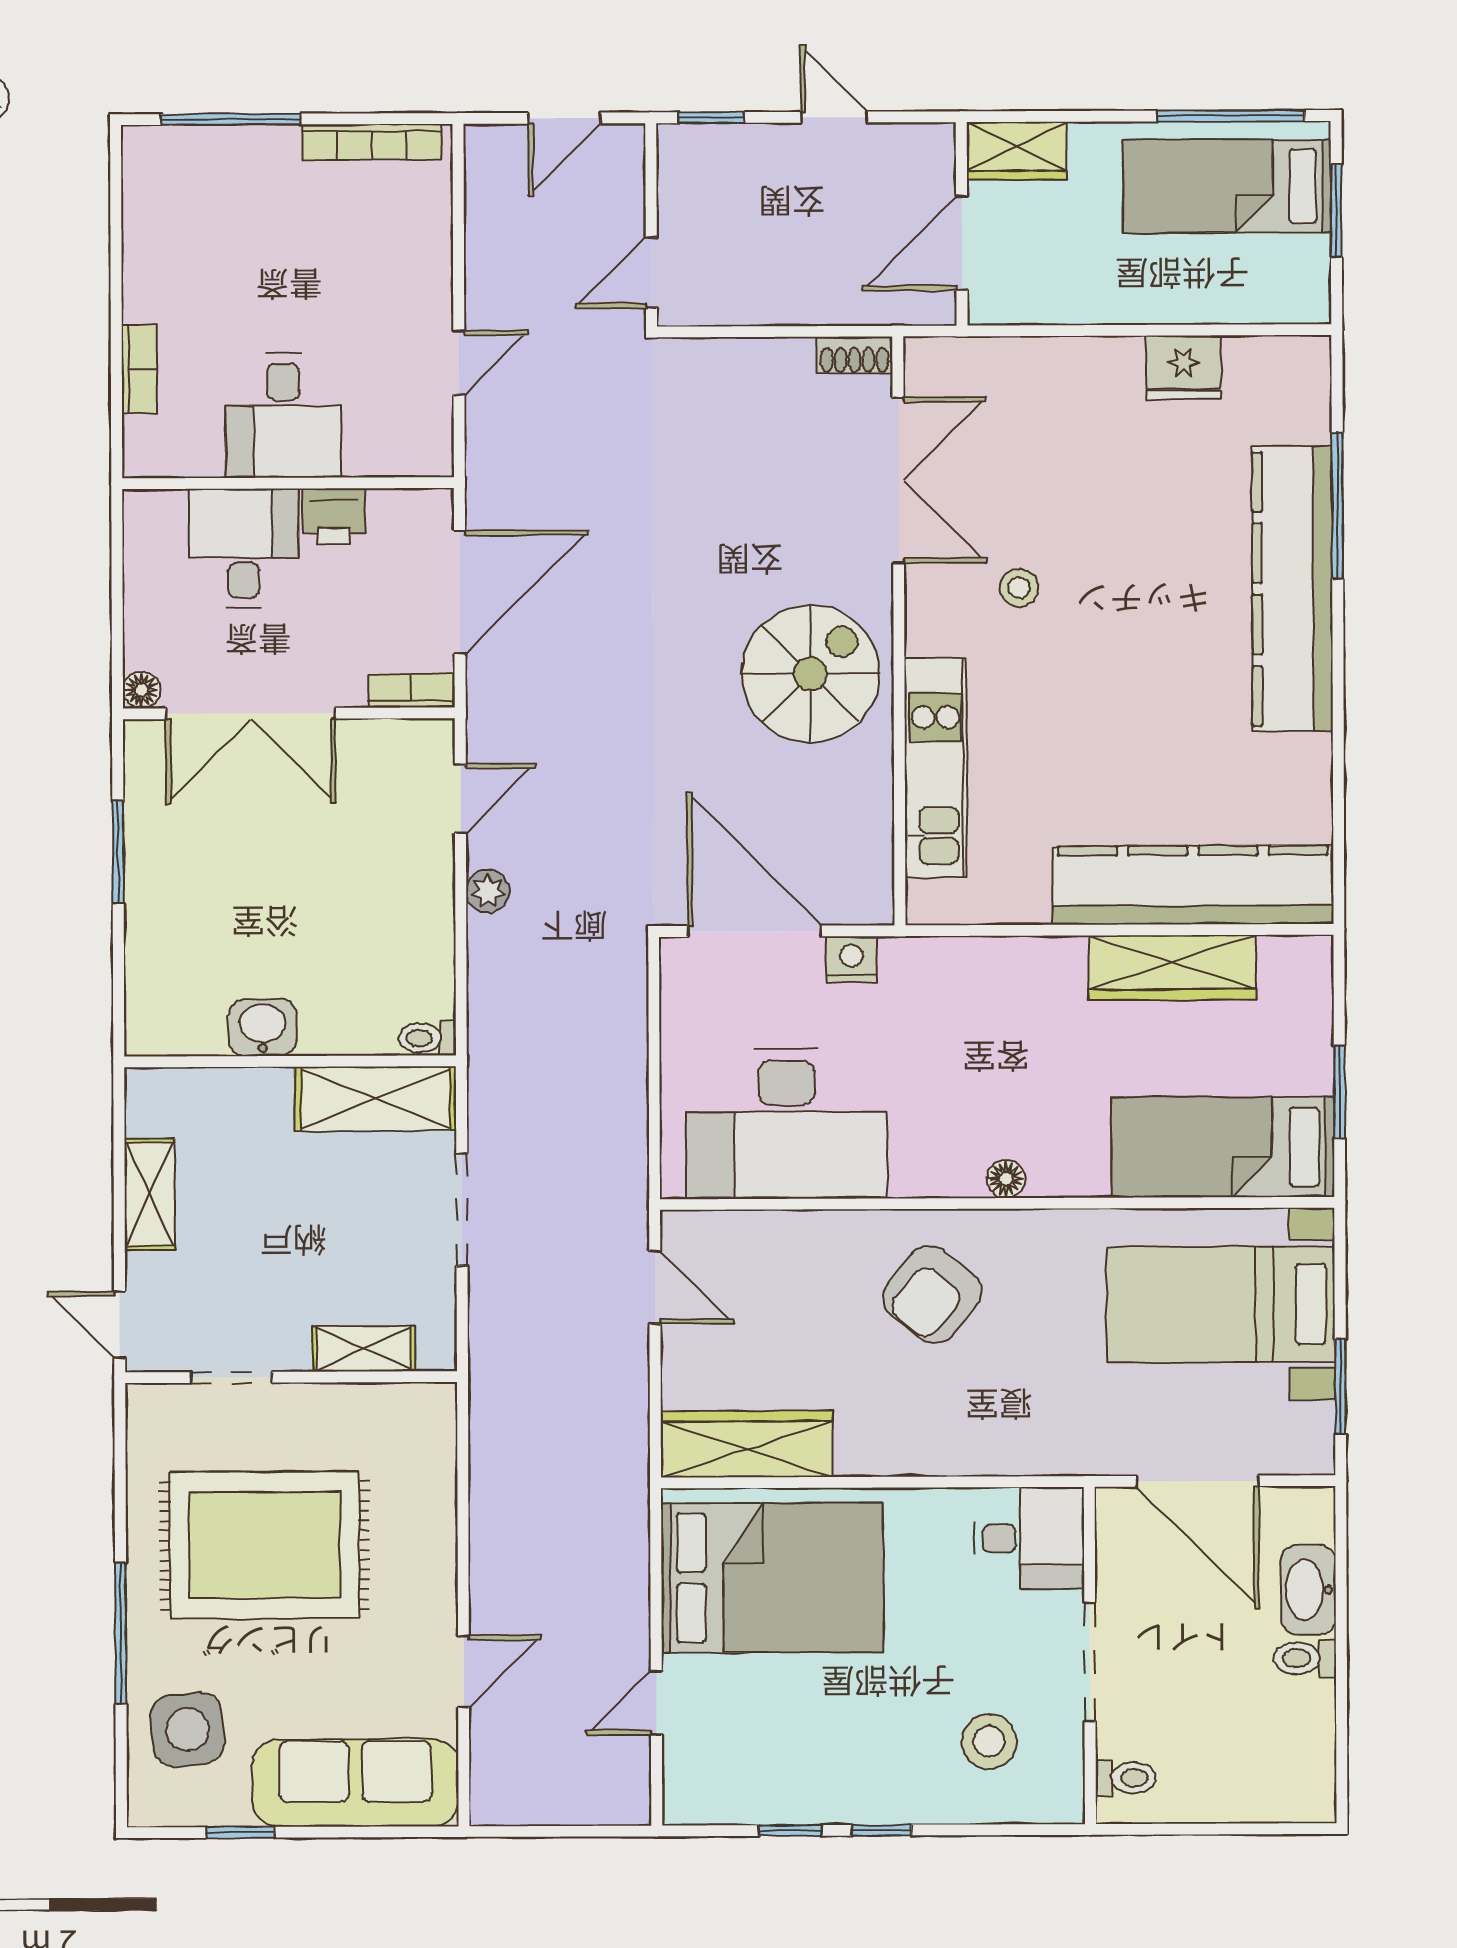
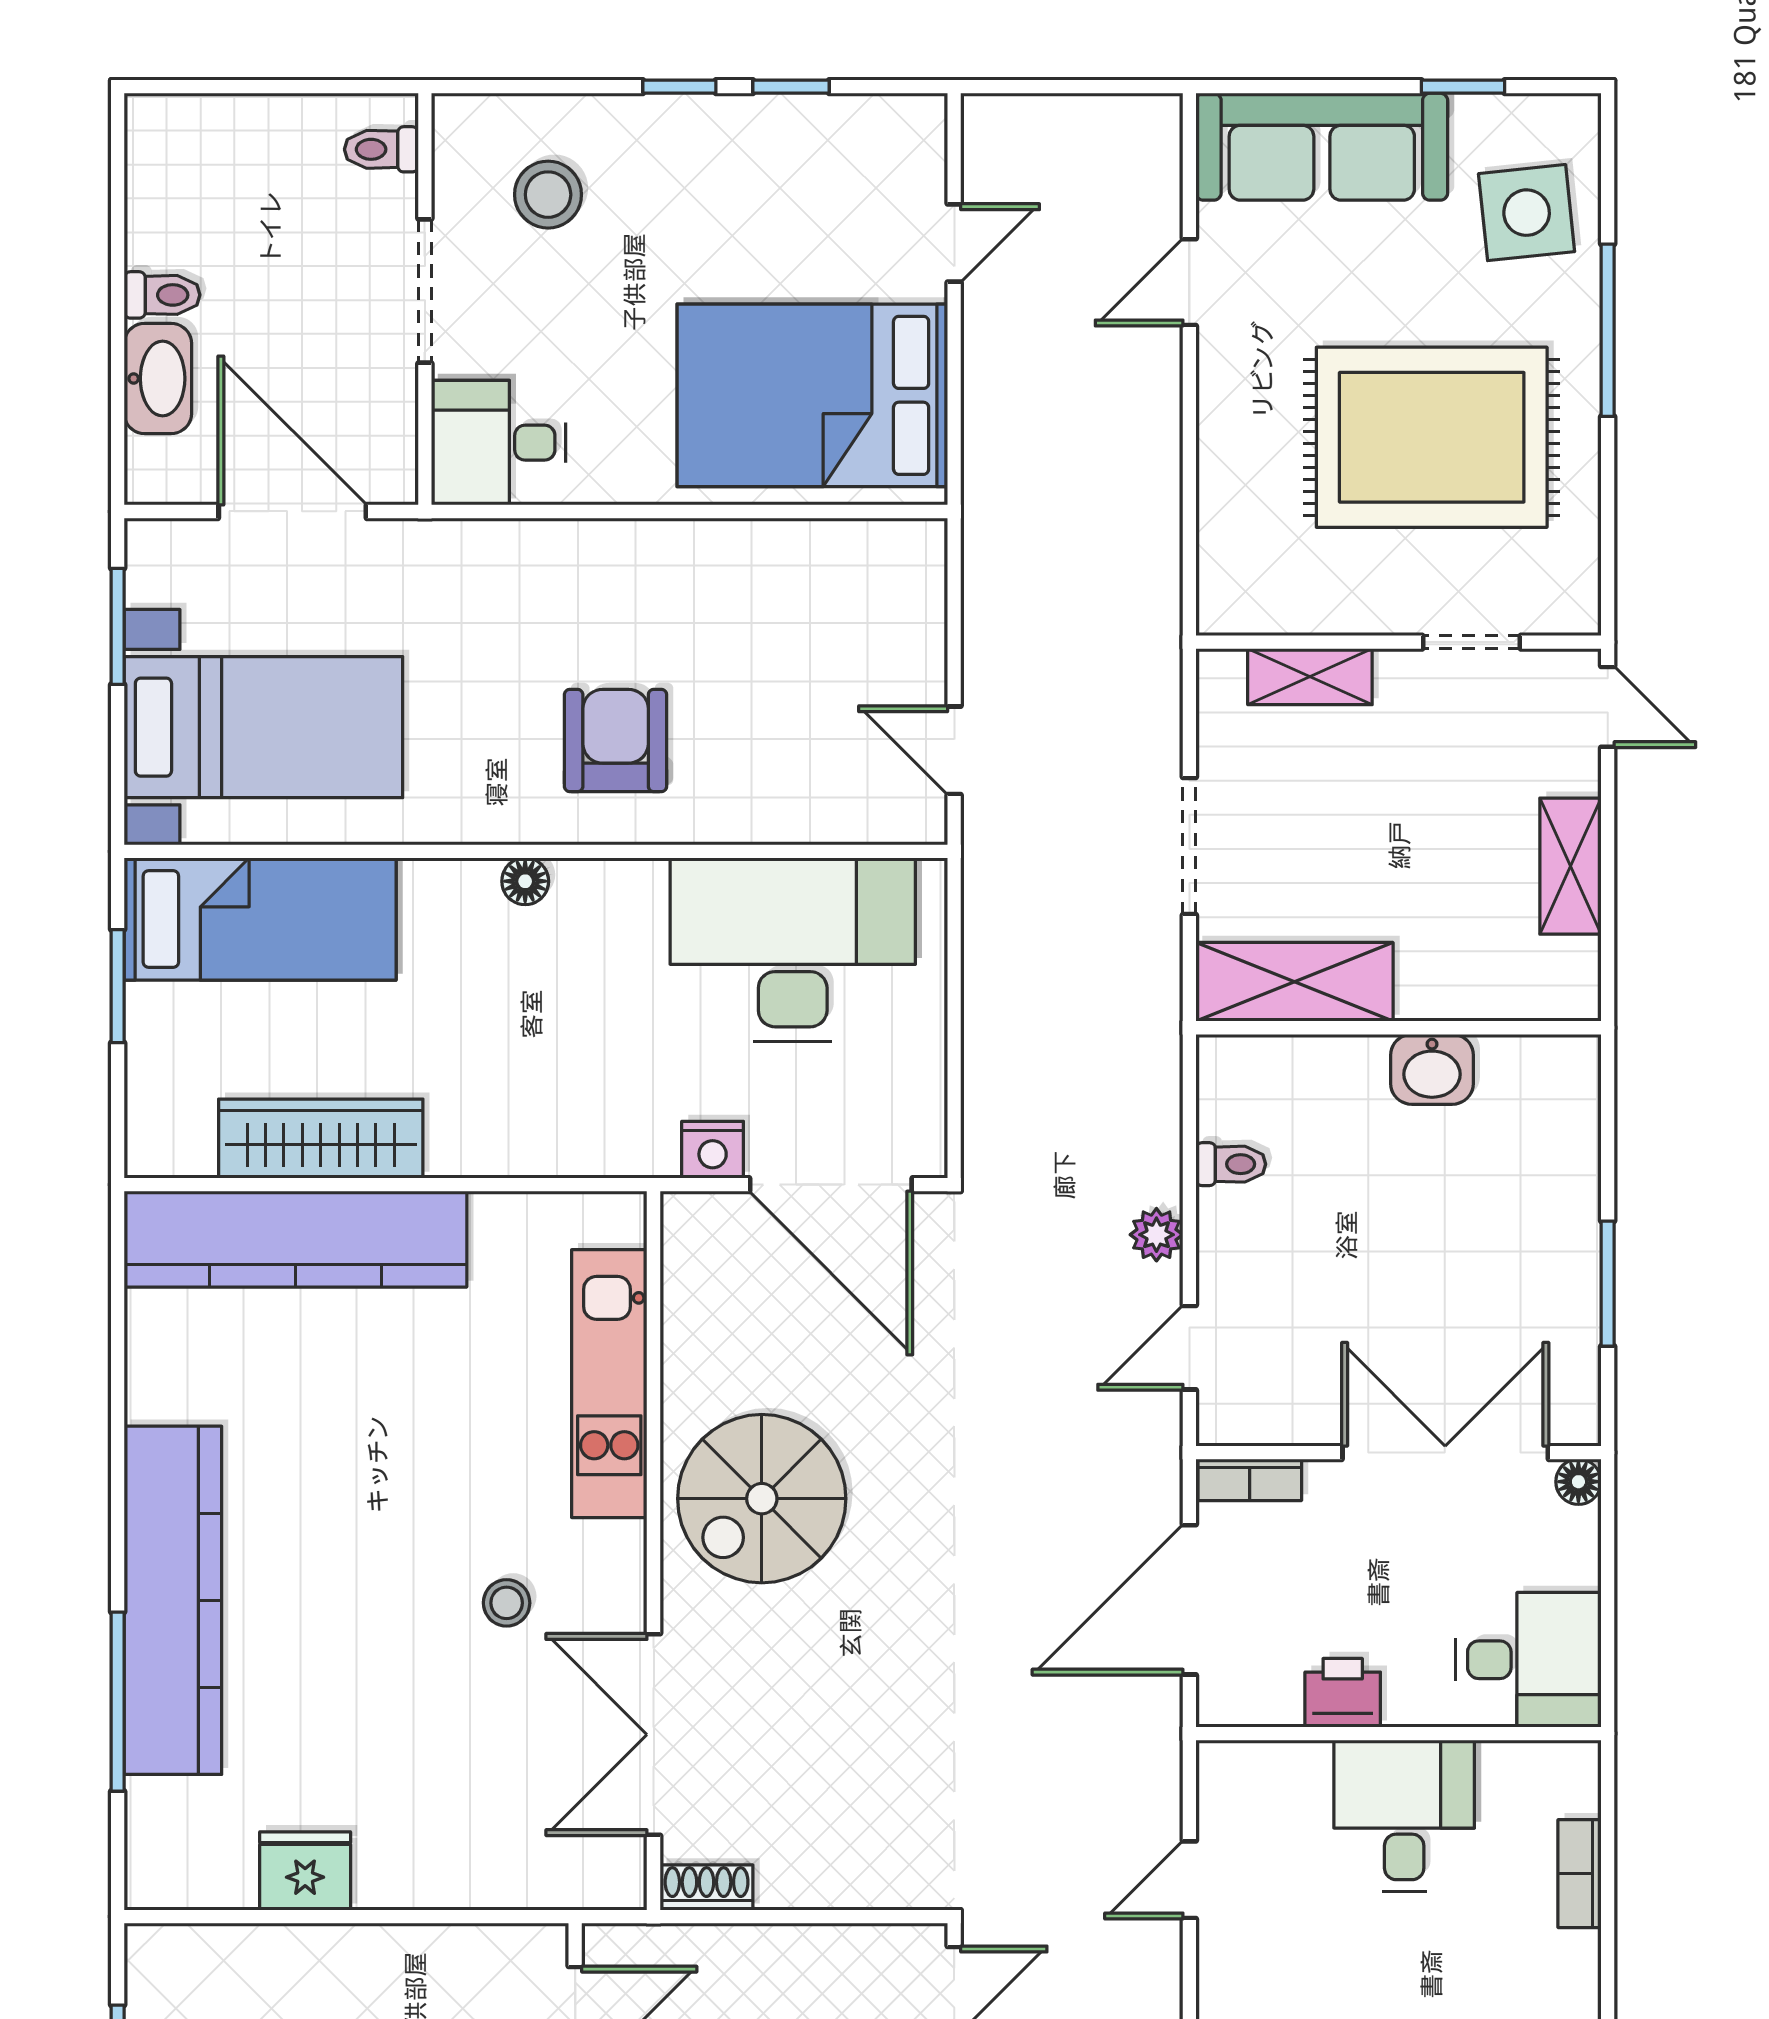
desk: (244, 548) -> (1529, 1660), moved, turned -90
toilet: (427, 1038) -> (1231, 1164), moved
armchair: (932, 1294) -> (616, 741), turned -39
wardrobe: (747, 1444) -> (843, 559), removed

